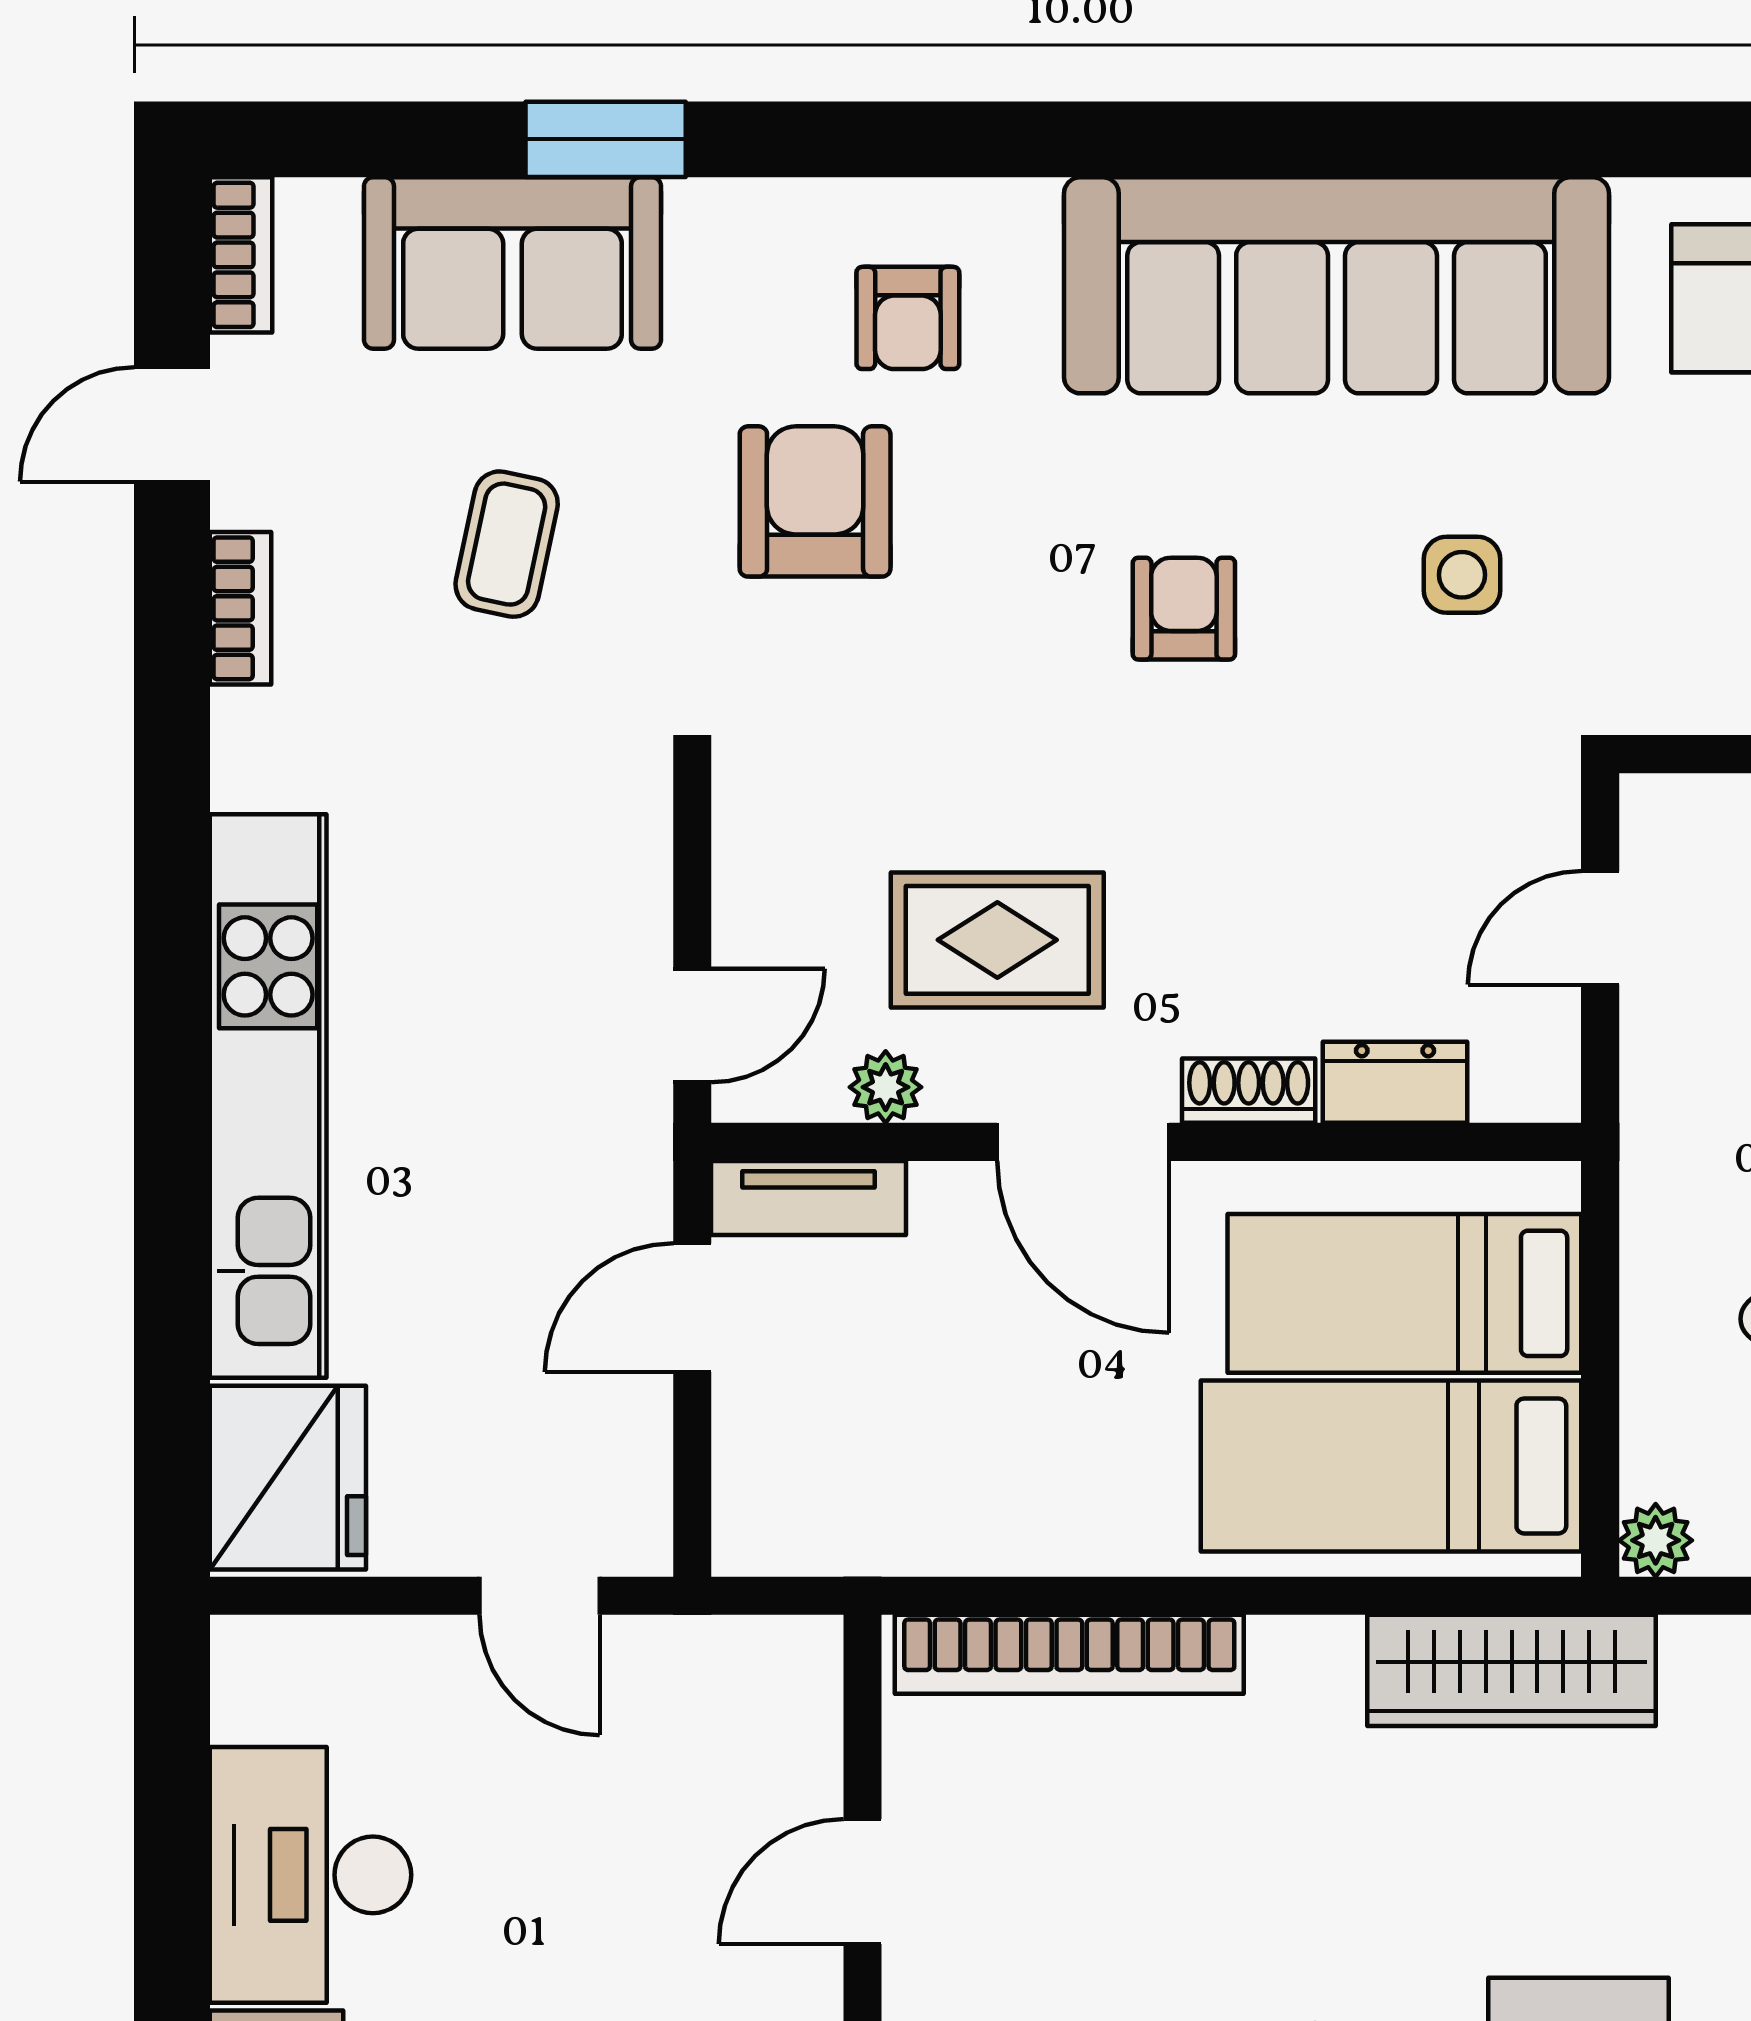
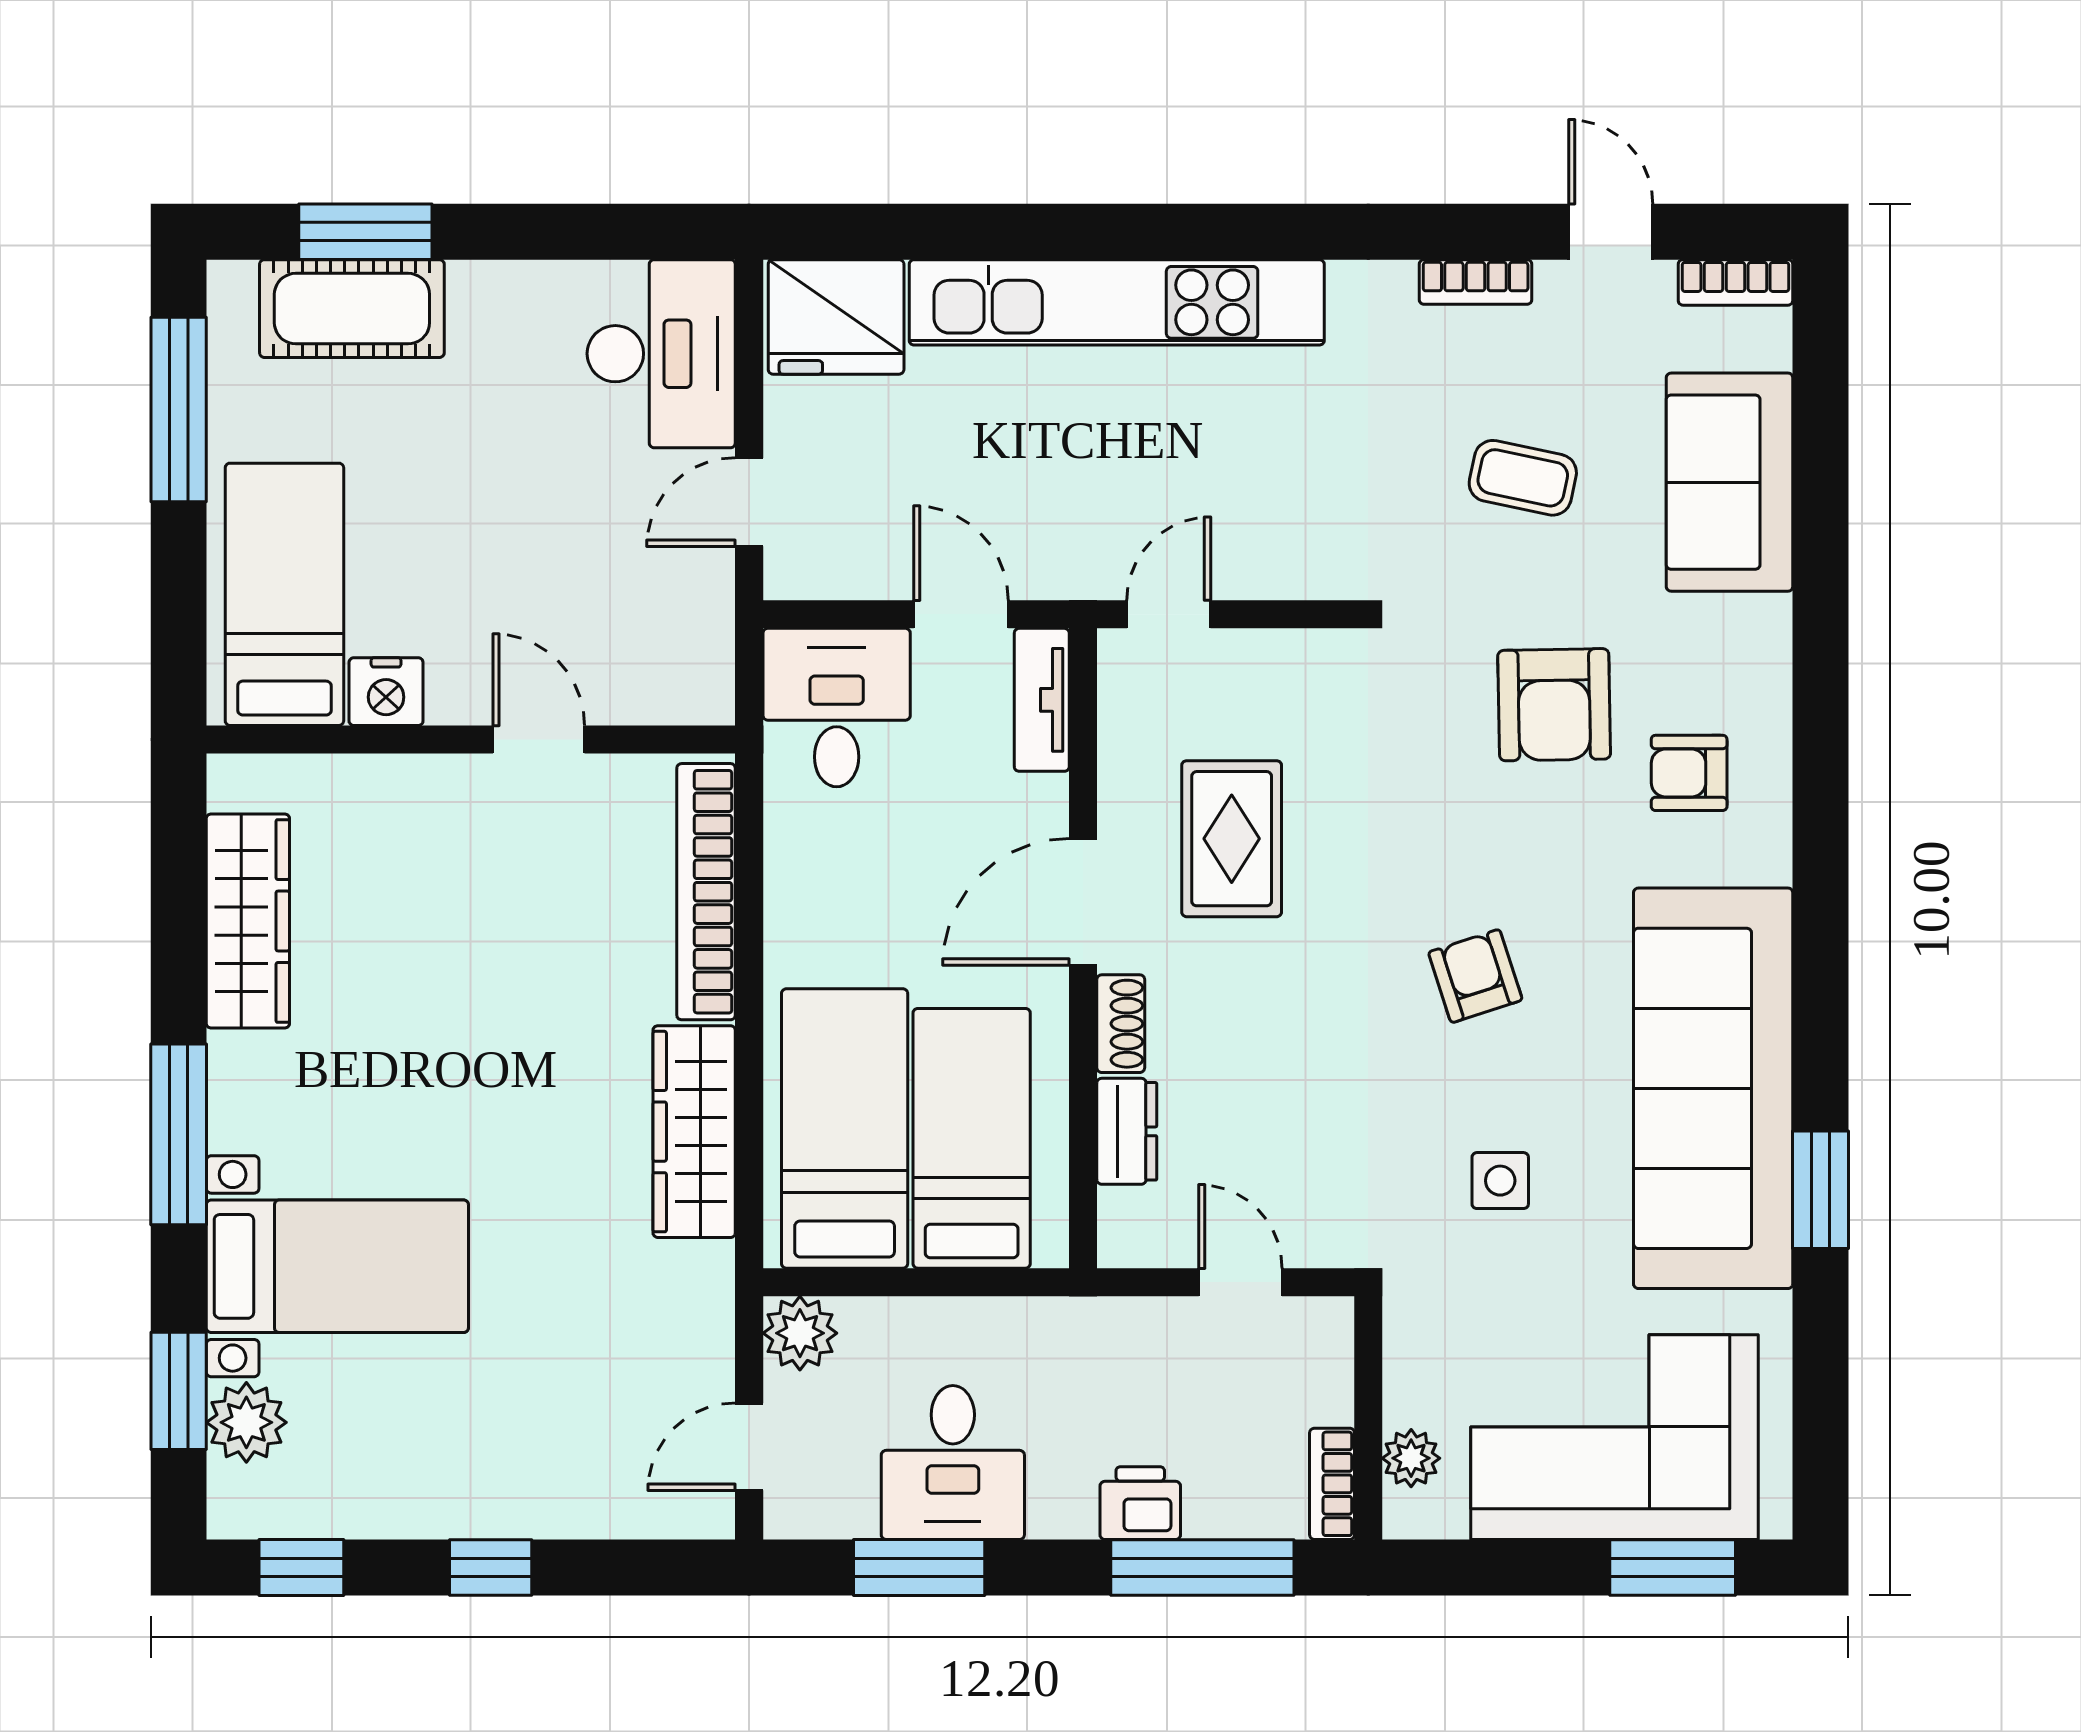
window: (606, 139) -> (1821, 1190), moved
armchair: (815, 501) -> (1554, 705), turned 89
armchair: (1184, 609) -> (1475, 976), turned -108
door: (692, 1025) -> (1169, 614), swing flipped
plant: (886, 1087) -> (1123, 757), removed
desk: (819, 1477) -> (837, 708), added
plant: (1656, 1540) -> (800, 1333), width x1.38, depth x1.38
wardrobe: (1512, 1670) -> (694, 1132), moved
desk: (310, 1875) -> (661, 354), moved, turned 90

